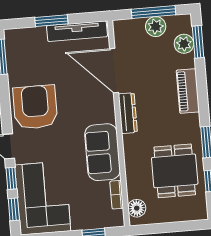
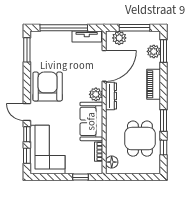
window: (51, 21) -> (64, 28), width x2.11
plant: (156, 27) -> (119, 38), moved
tv unit: (77, 31) -> (87, 37), width x0.71
door: (114, 71) -> (104, 66), swing flipped
plant: (106, 113) -> (96, 94), added

